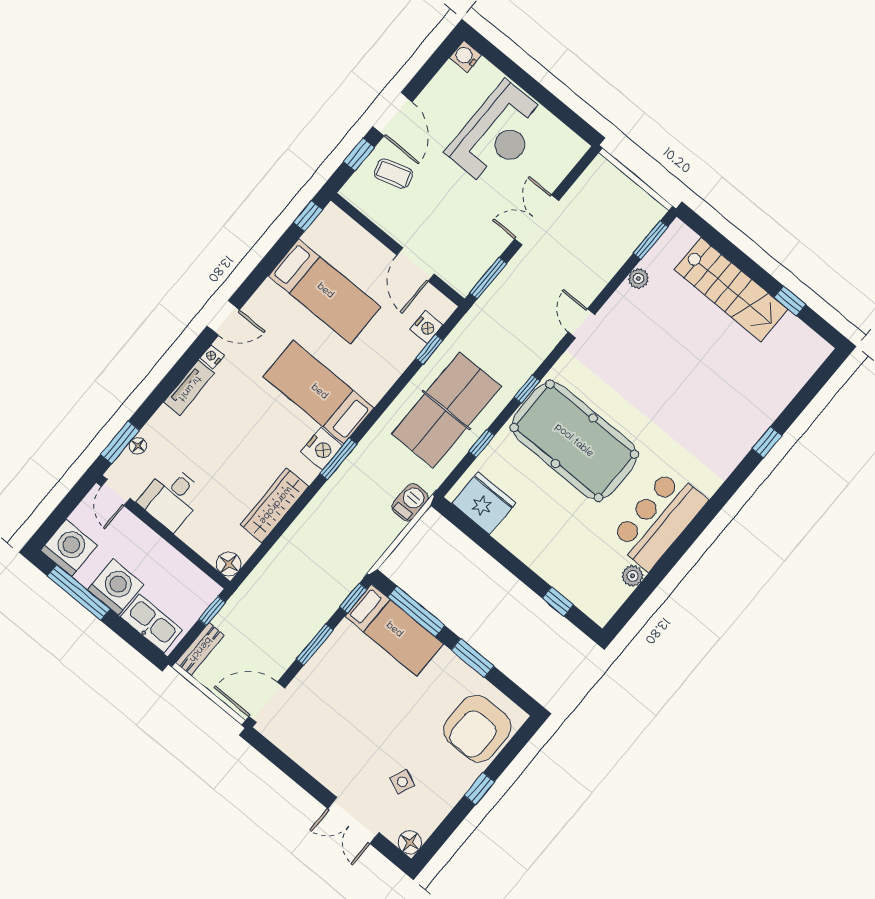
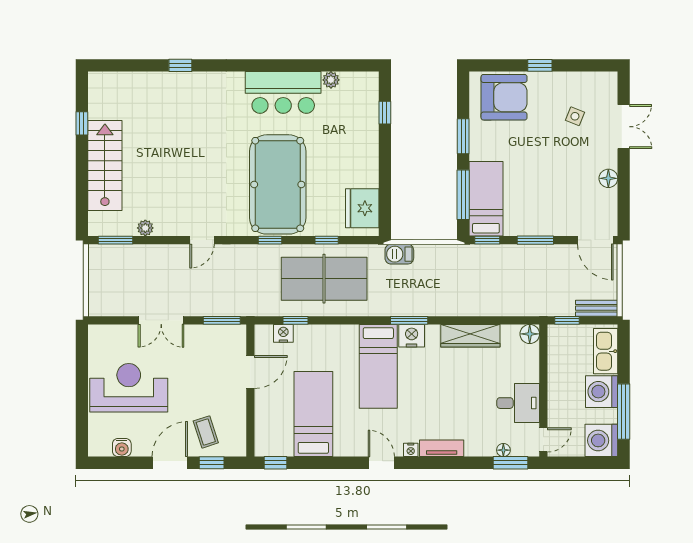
water cooler: (465, 56) -> (122, 448), moved
floor lamp: (410, 842) -> (608, 178), moved

